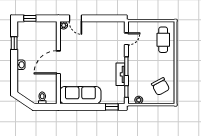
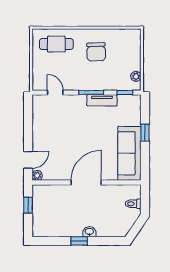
window: (30, 18) -> (28, 205), moved
window: (14, 43) -> (79, 241), moved
door: (58, 62) -> (86, 182), swing flipped
chair: (161, 87) -> (96, 52), moved, turned 116
window: (112, 107) -> (145, 133), moved

